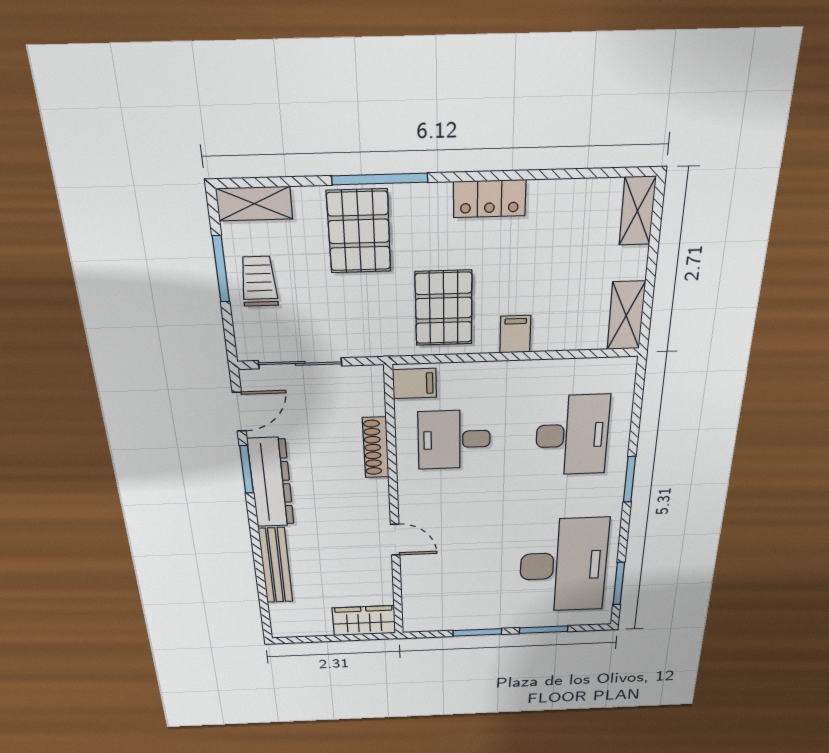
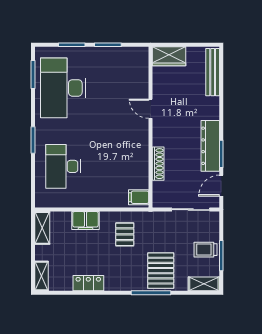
locker: (489, 199) -> (88, 283), moved
trolley: (259, 281) -> (205, 250), turned 90
pallet: (444, 308) -> (125, 234), width x0.67, depth x0.71
filing cabinet: (515, 334) -> (85, 221), width x2.00
desk: (454, 440) -> (120, 166), removed
bench: (276, 566) -> (213, 72), moved

